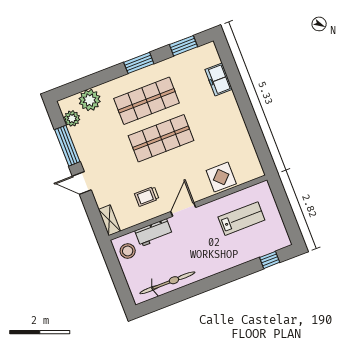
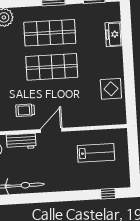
display table: (221, 177) -> (111, 89), moved

